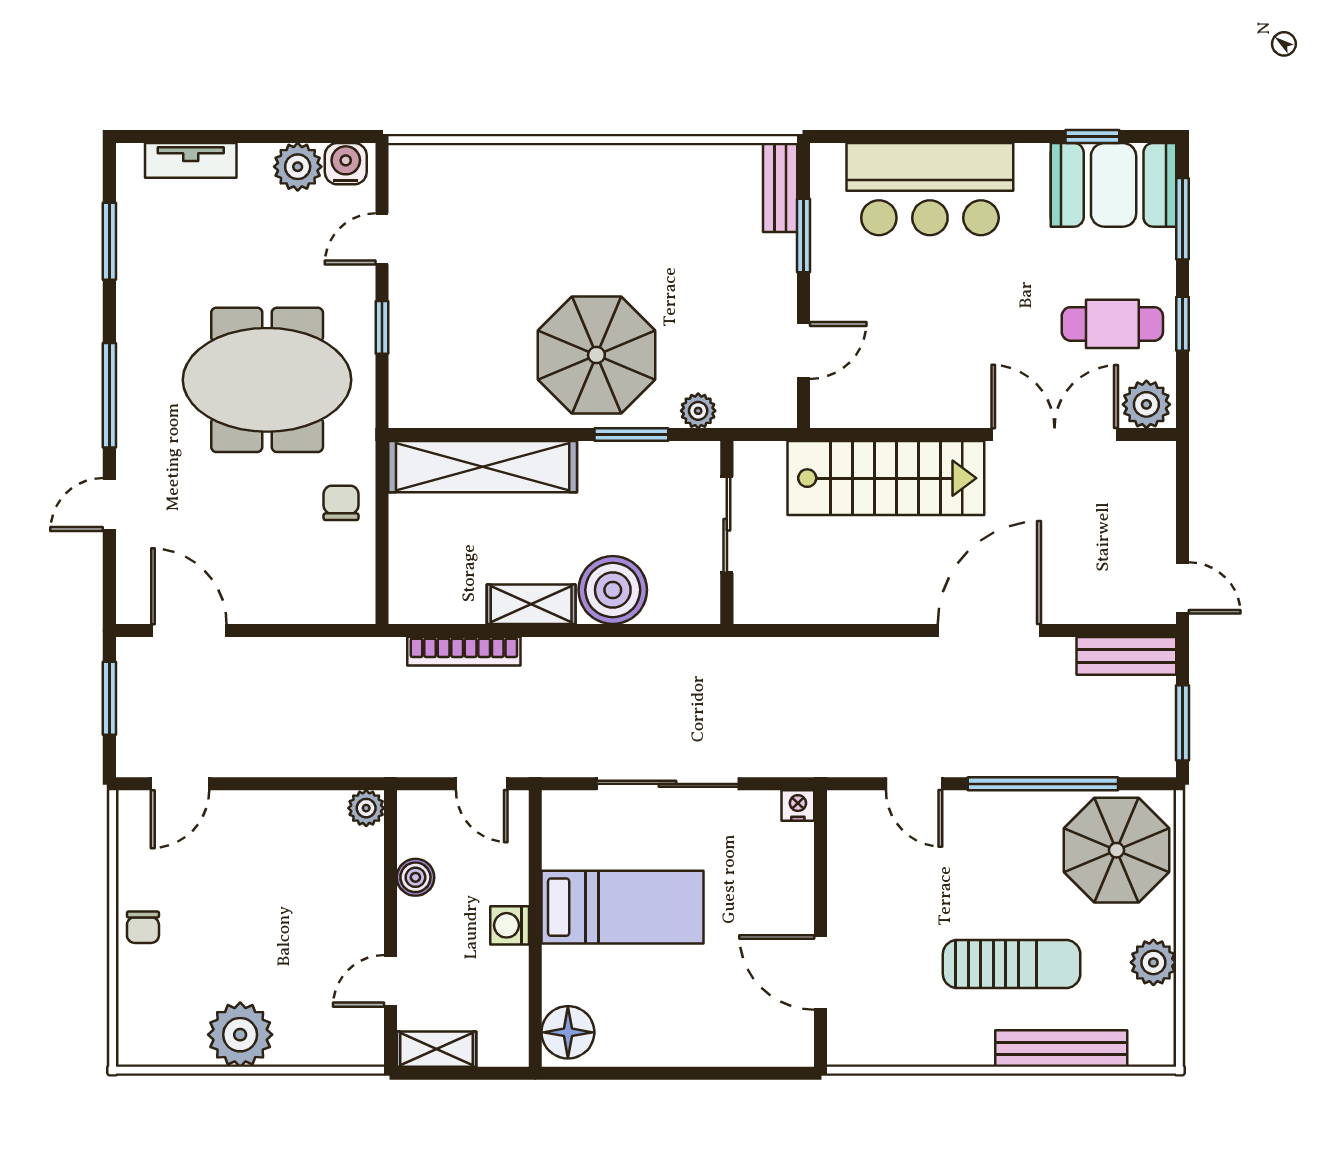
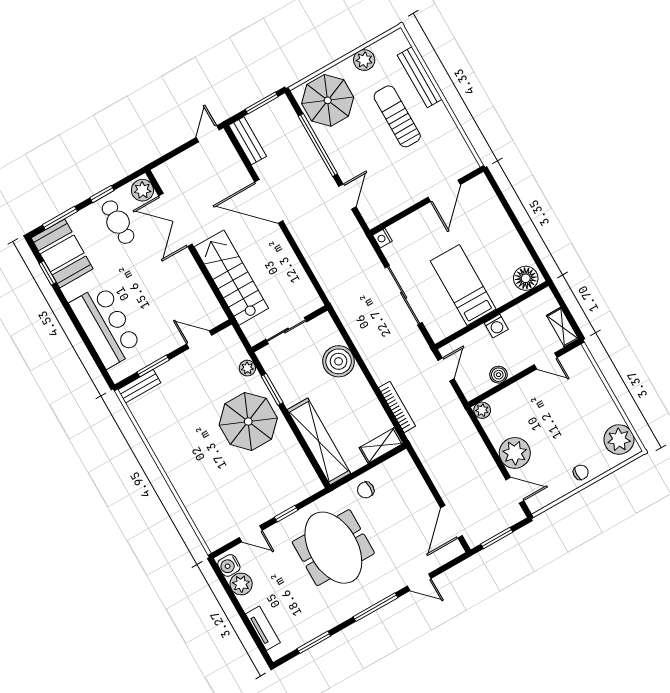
shelving: (531, 604) -> (381, 445), moved, turned 90
plant: (251, 824) -> (515, 453), added
plant: (240, 1035) -> (619, 440), moved

